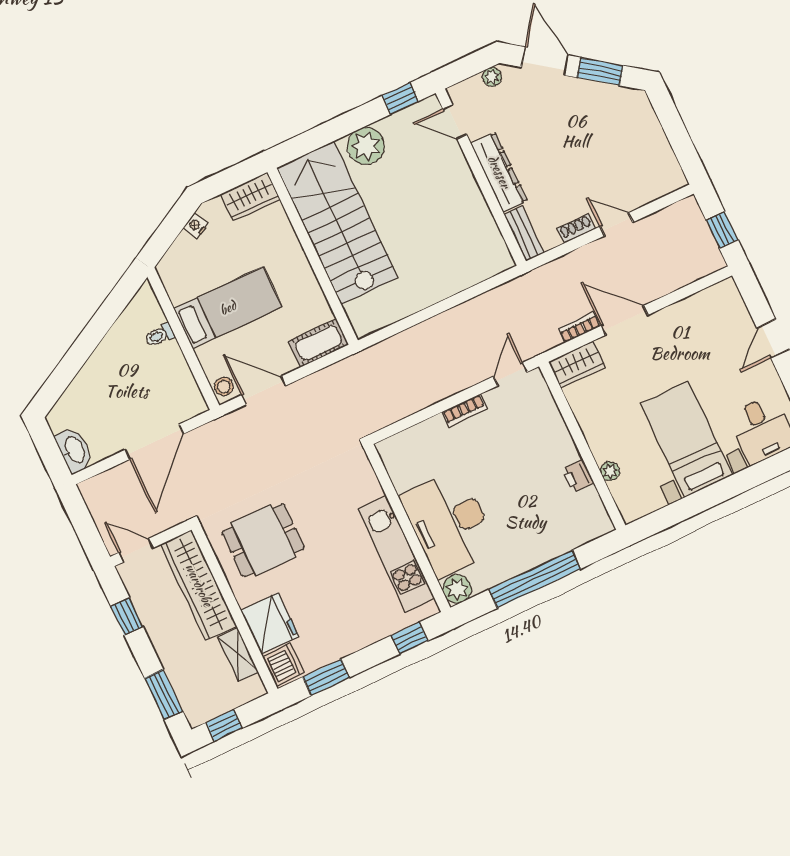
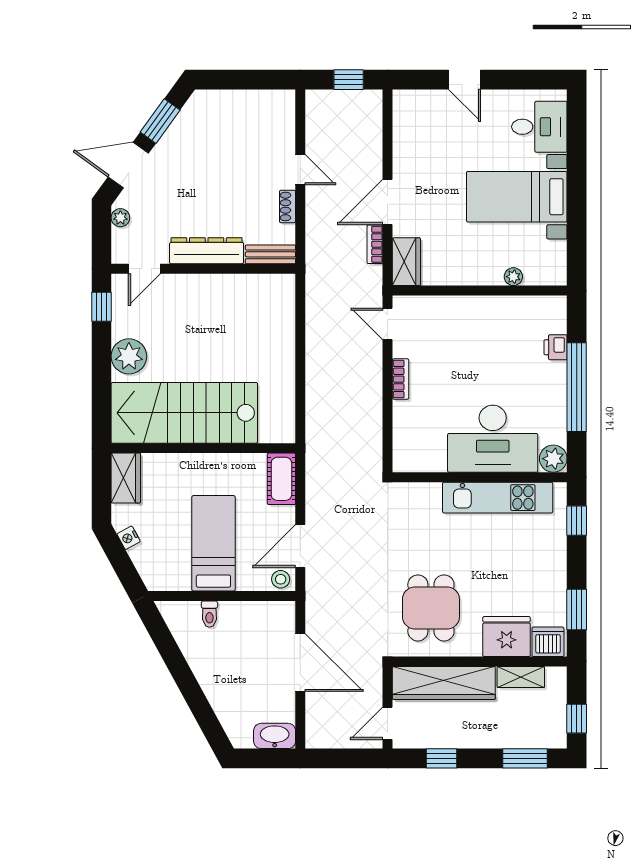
door: (616, 224) -> (300, 170), swing flipped
printer: (578, 476) -> (556, 347), moved, turned 90

